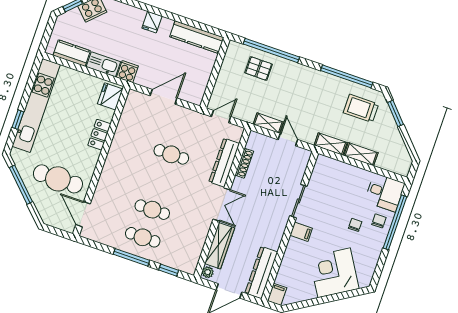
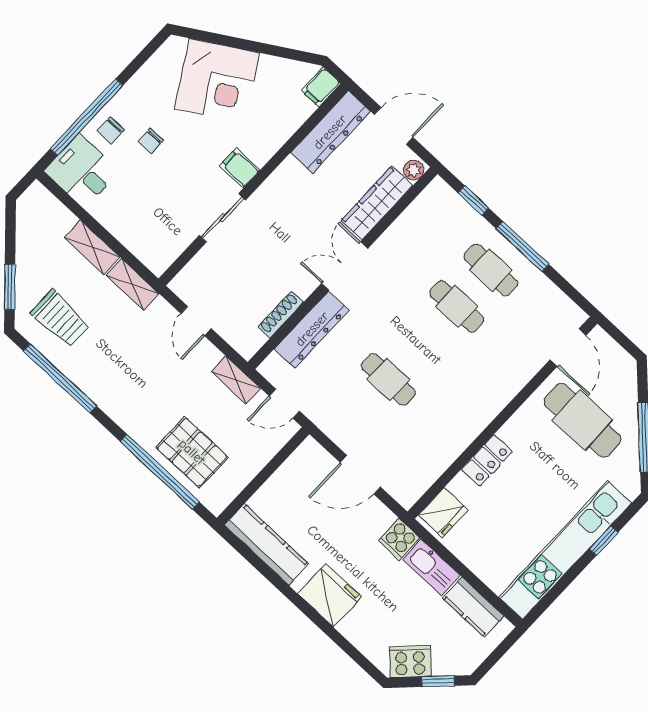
fridge: (152, 22) -> (330, 595), width x1.88, depth x1.34
pallet: (259, 68) -> (192, 452), width x1.50, depth x1.42
shelving: (268, 123) -> (236, 380), moved

